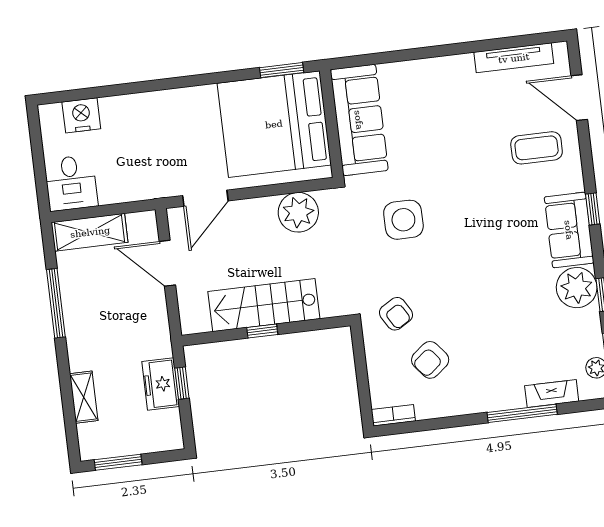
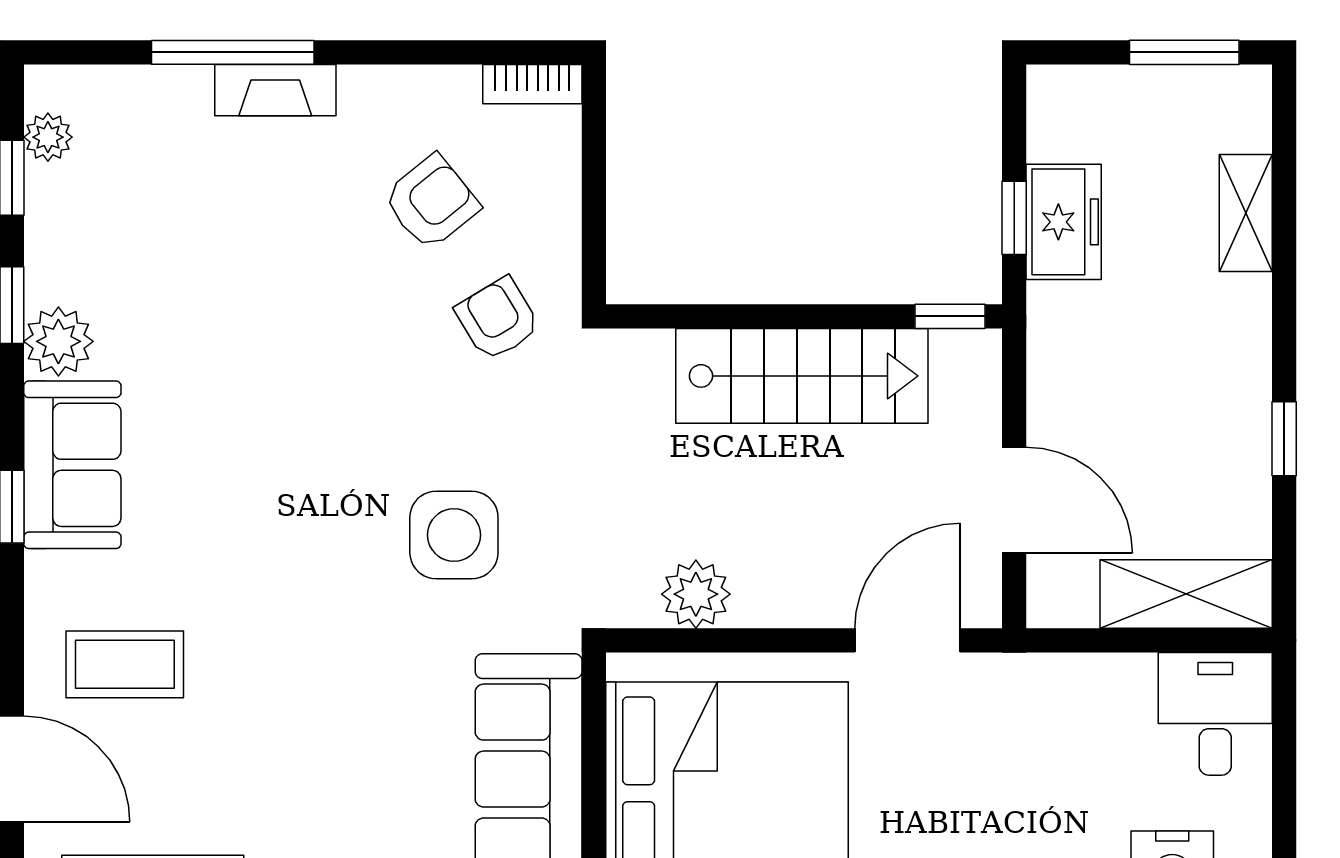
plant: (298, 212) -> (696, 594), width x0.73, depth x0.73
plant: (577, 288) -> (58, 341), width x0.73, depth x0.73
window: (56, 303) -> (1284, 439), width x0.46
window: (262, 331) -> (950, 316), moved
fireplace: (552, 393) -> (275, 90), moved

